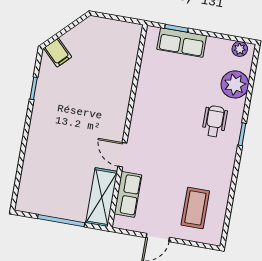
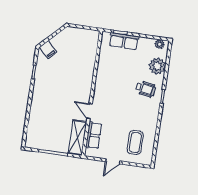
wheelchair: (215, 121) -> (146, 89), turned 100

